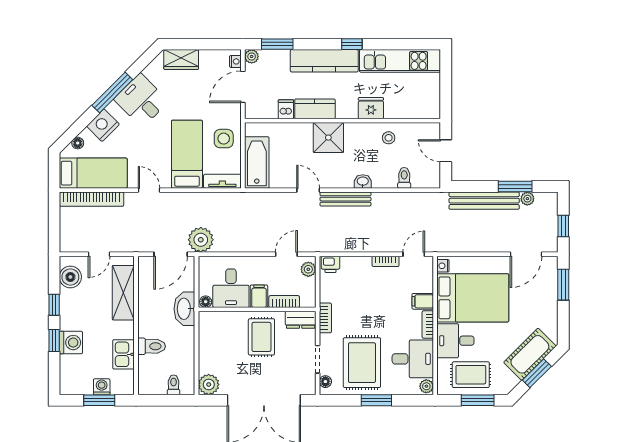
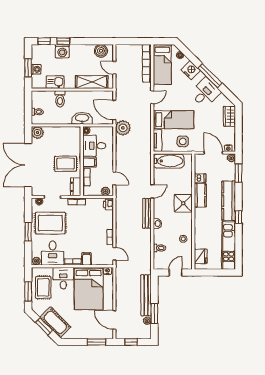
fridge: (371, 108) -> (201, 256), moved
window: (54, 305) -> (44, 41), moved

